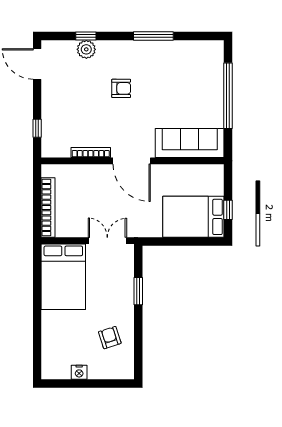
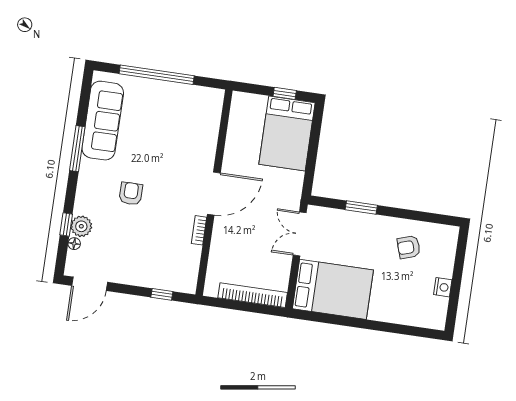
floor lamp: (70, 45) -> (74, 244), added
sofa: (190, 143) -> (103, 121), moved, turned 180
bookcase: (91, 152) -> (199, 230), width x0.64

